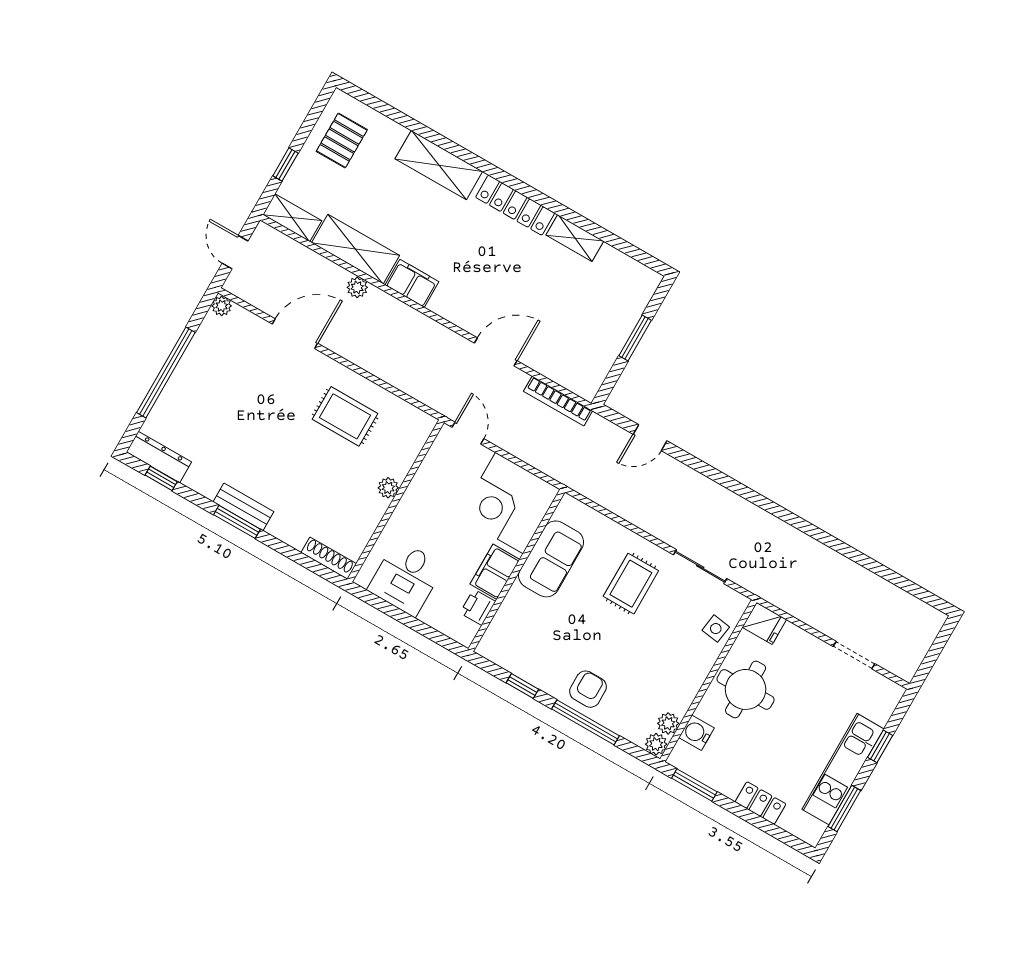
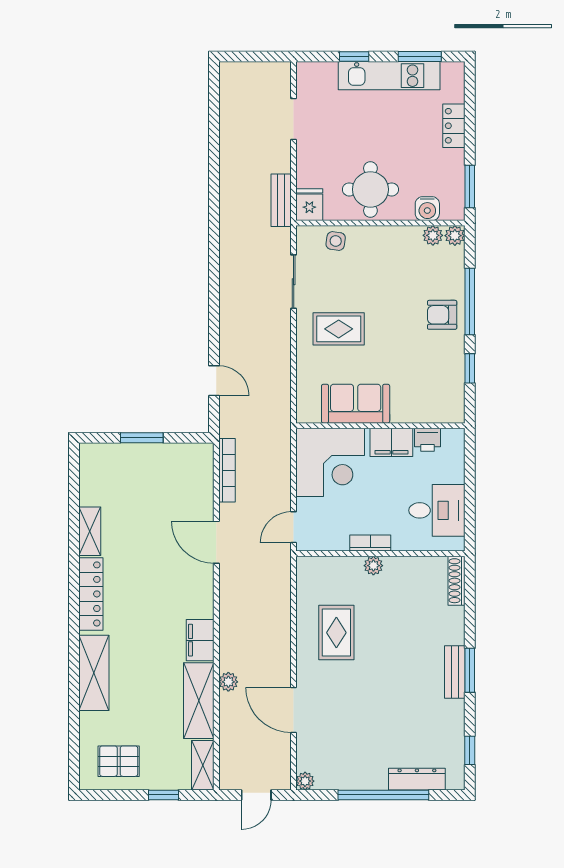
dresser: (159, 457) -> (417, 779), moved, turned 90
bookcase: (411, 497) -> (370, 543), added
bench: (784, 599) -> (281, 200), added

